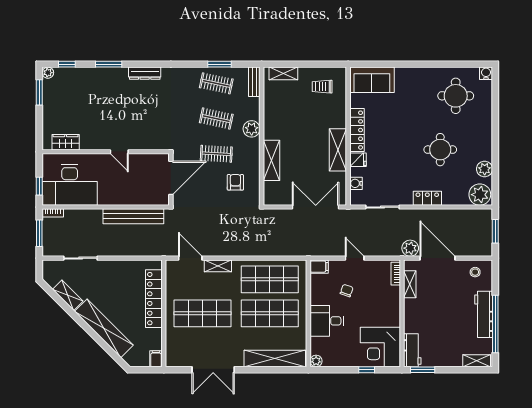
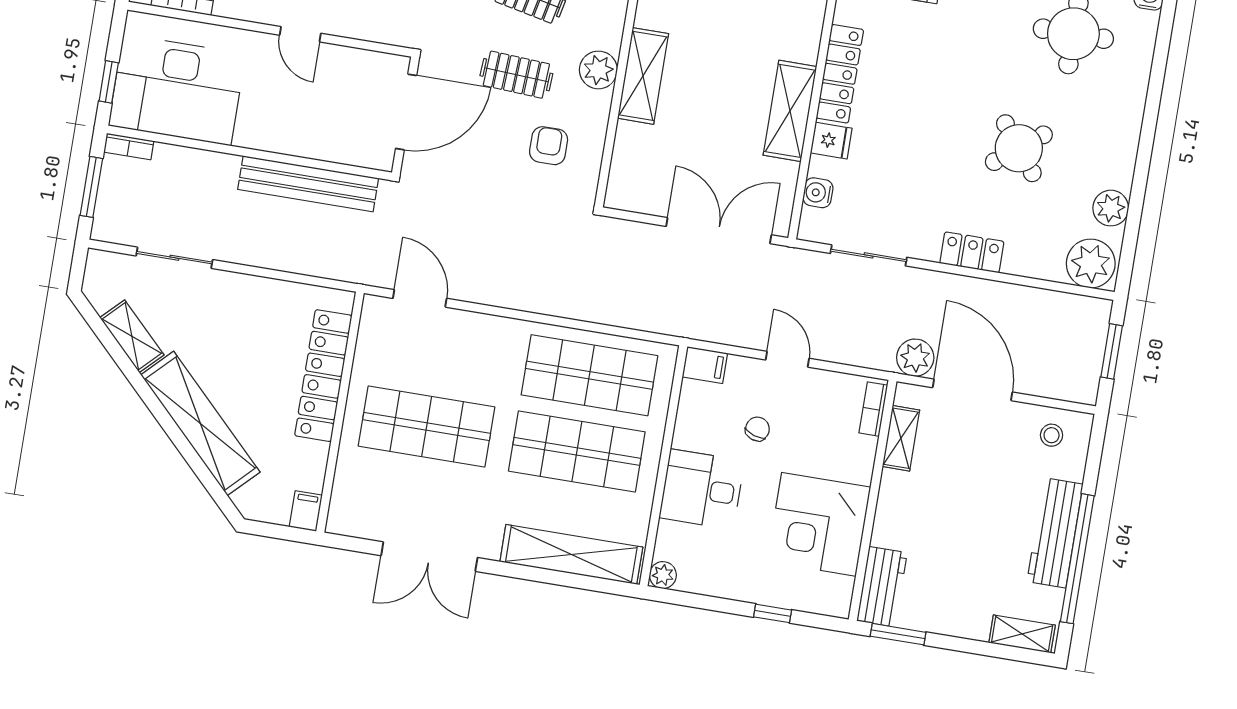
plant: (252, 129) -> (598, 70), moved
round table: (440, 150) -> (1019, 148), turned -38
shelving: (271, 160) -> (643, 76), moved
shelving: (218, 266) -> (479, 326), removed
corner desk: (380, 347) -> (819, 524), moved

